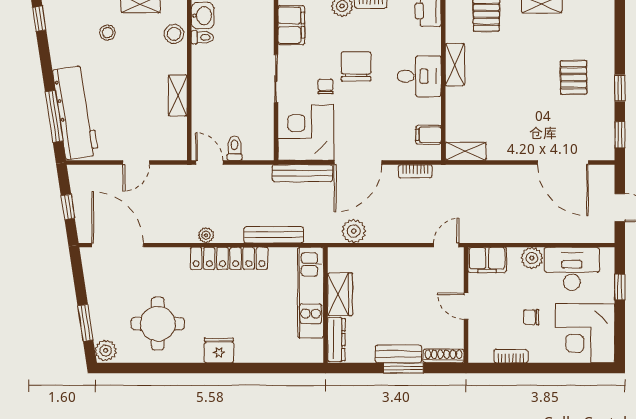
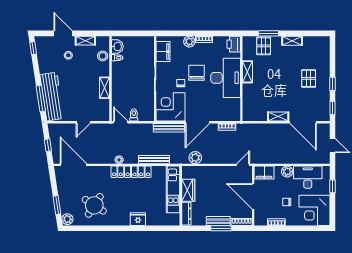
desk: (419, 76) -> (226, 78), width x1.87, depth x1.30
filing cabinet: (428, 135) -> (234, 108), removed
shelving: (466, 151) -> (278, 117), moved
door: (466, 306) -> (253, 196), width x1.88
round table: (158, 324) -> (94, 205), turned 33
fridge: (219, 350) -> (138, 219), moved

